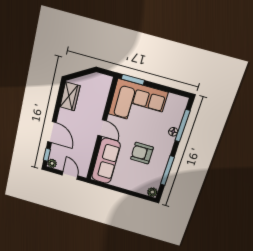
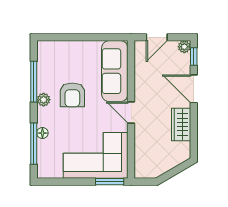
wardrobe: (70, 96) -> (181, 124), moved
armchair: (142, 153) -> (72, 95), turned 90
door: (70, 175) -> (157, 37), hinge flipped
plant: (152, 192) -> (44, 100), moved

